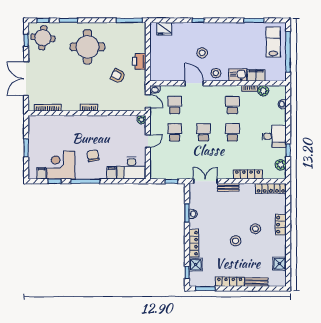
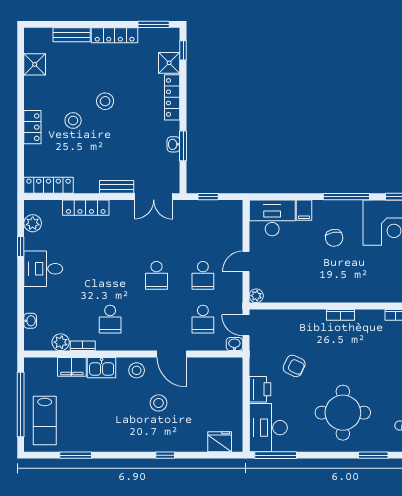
desk: (134, 37) -> (268, 428), added
school desk: (232, 132) -> (110, 275), removed

